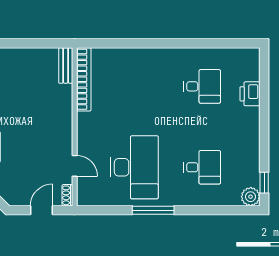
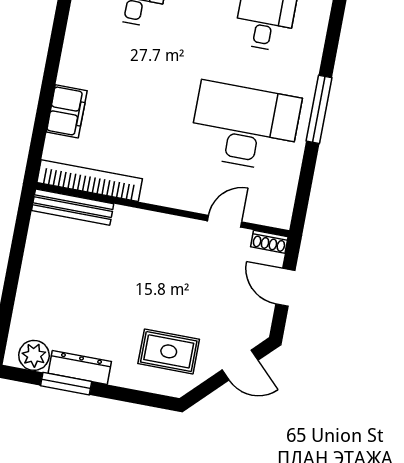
filing cabinet: (123, 58) -> (67, 111), added
bench: (66, 66) -> (73, 207), width x1.36

